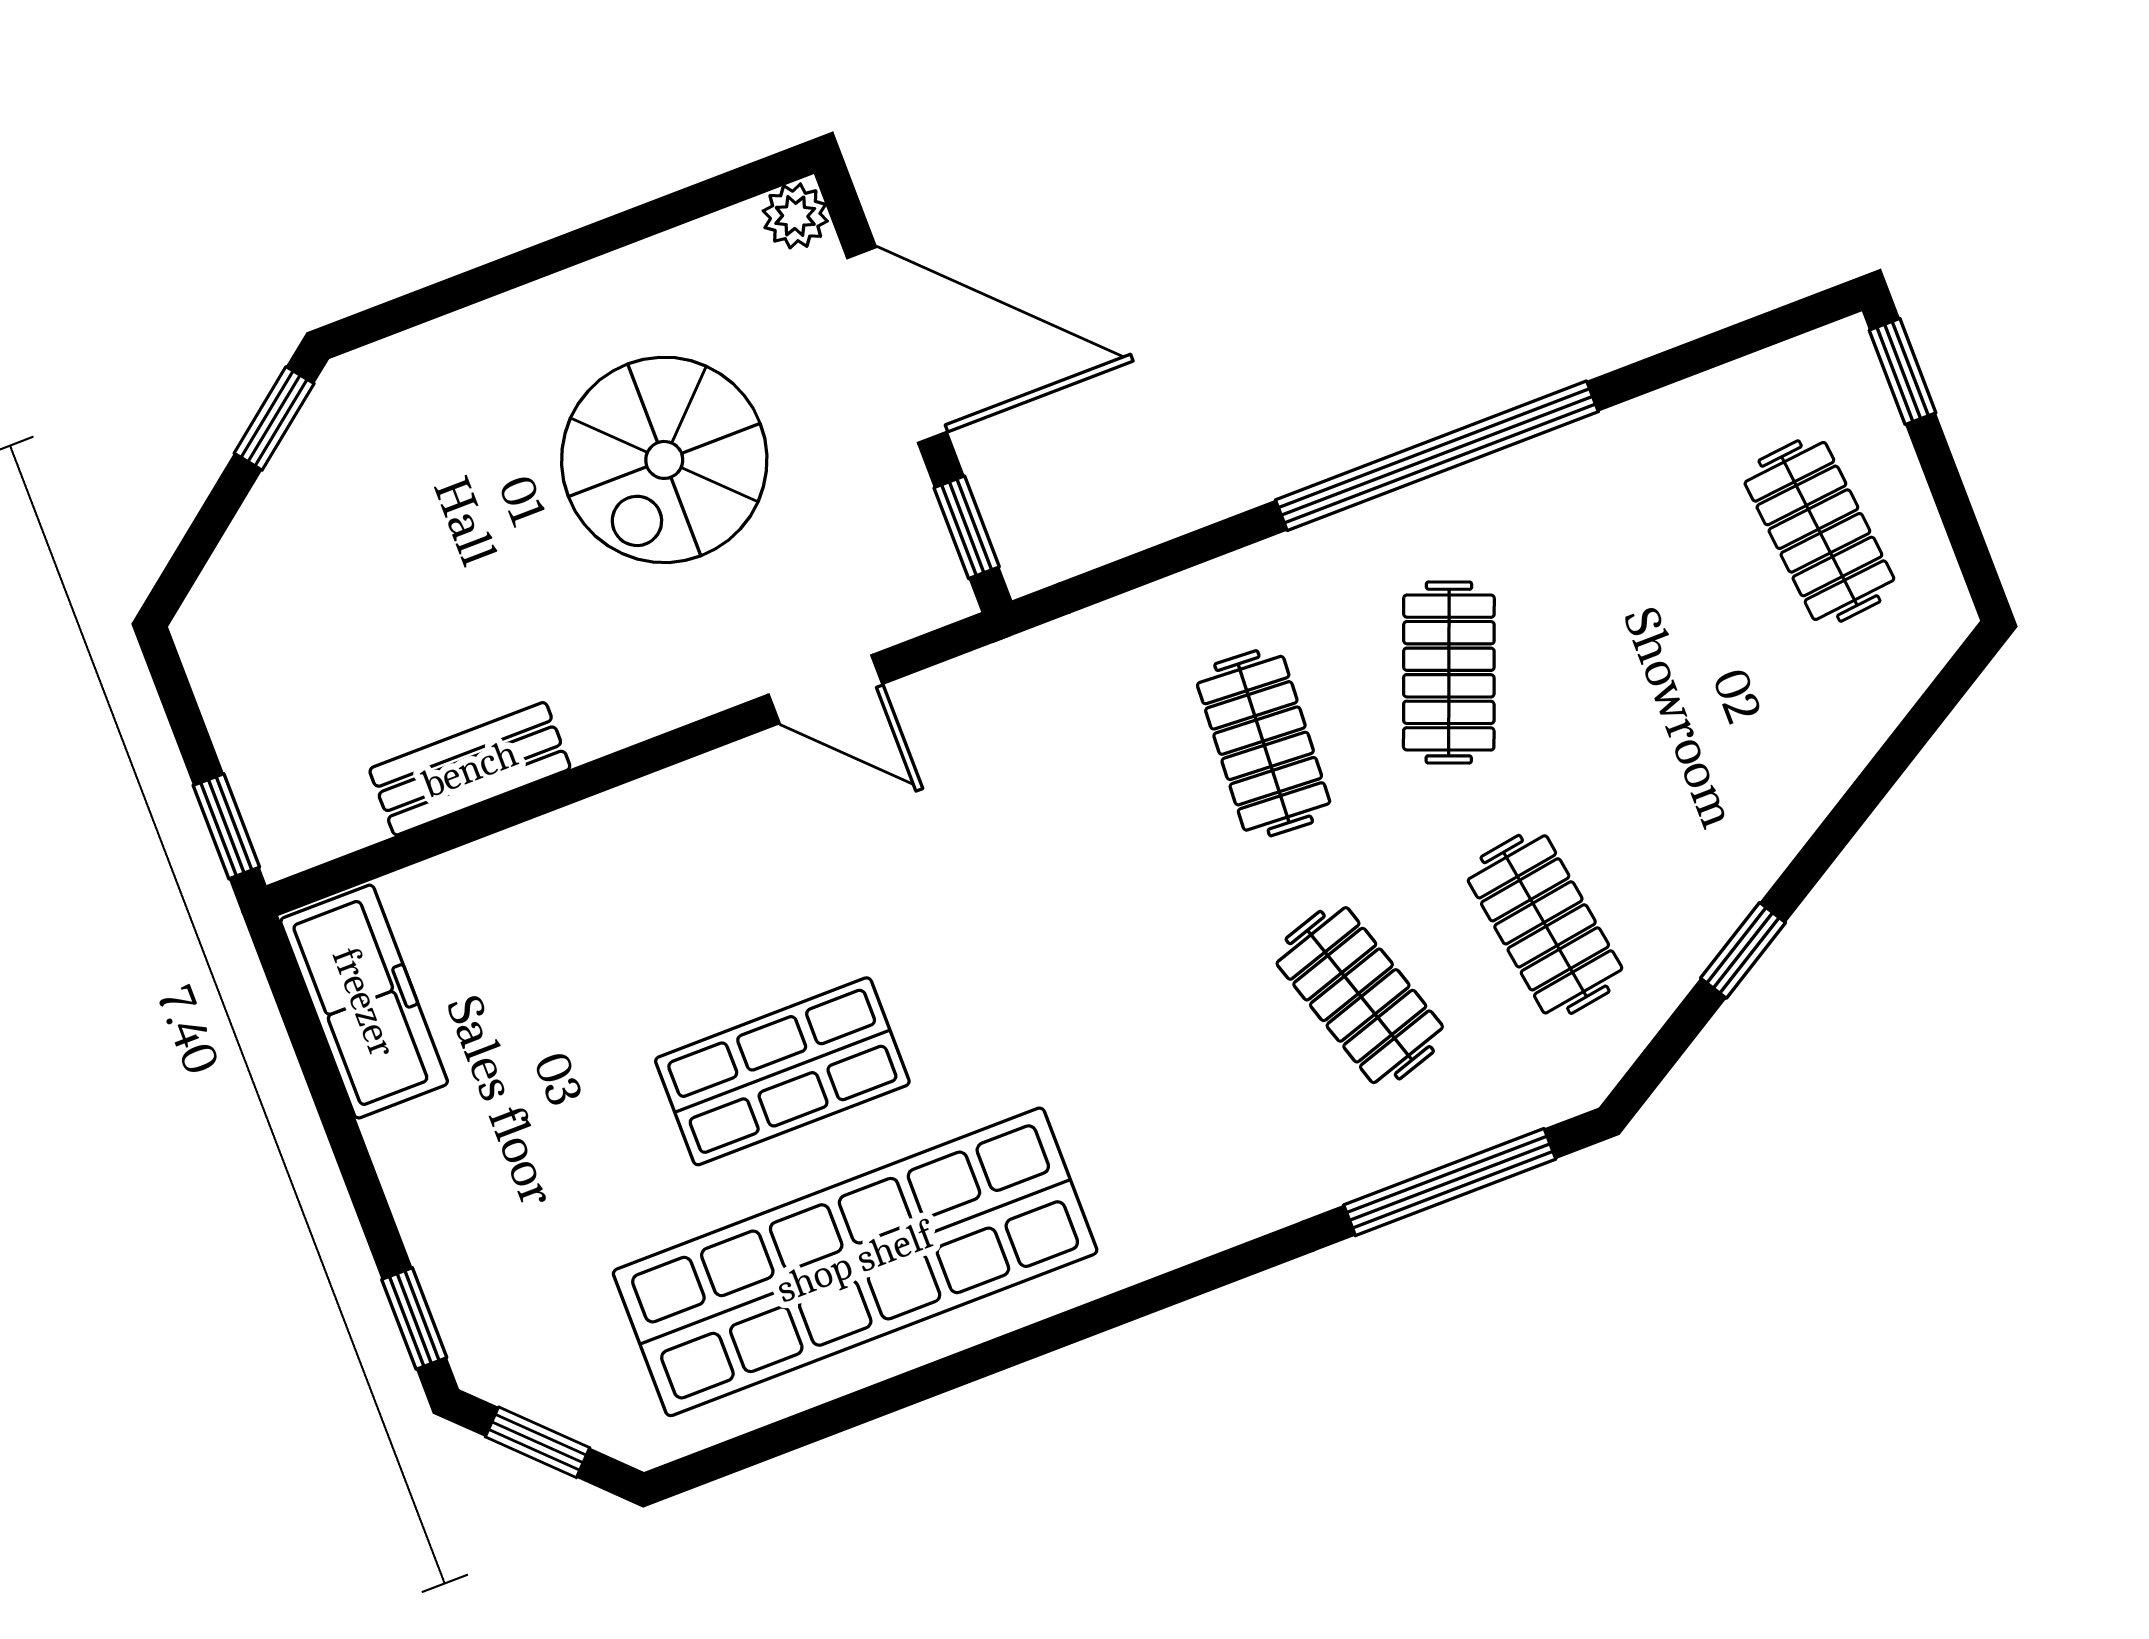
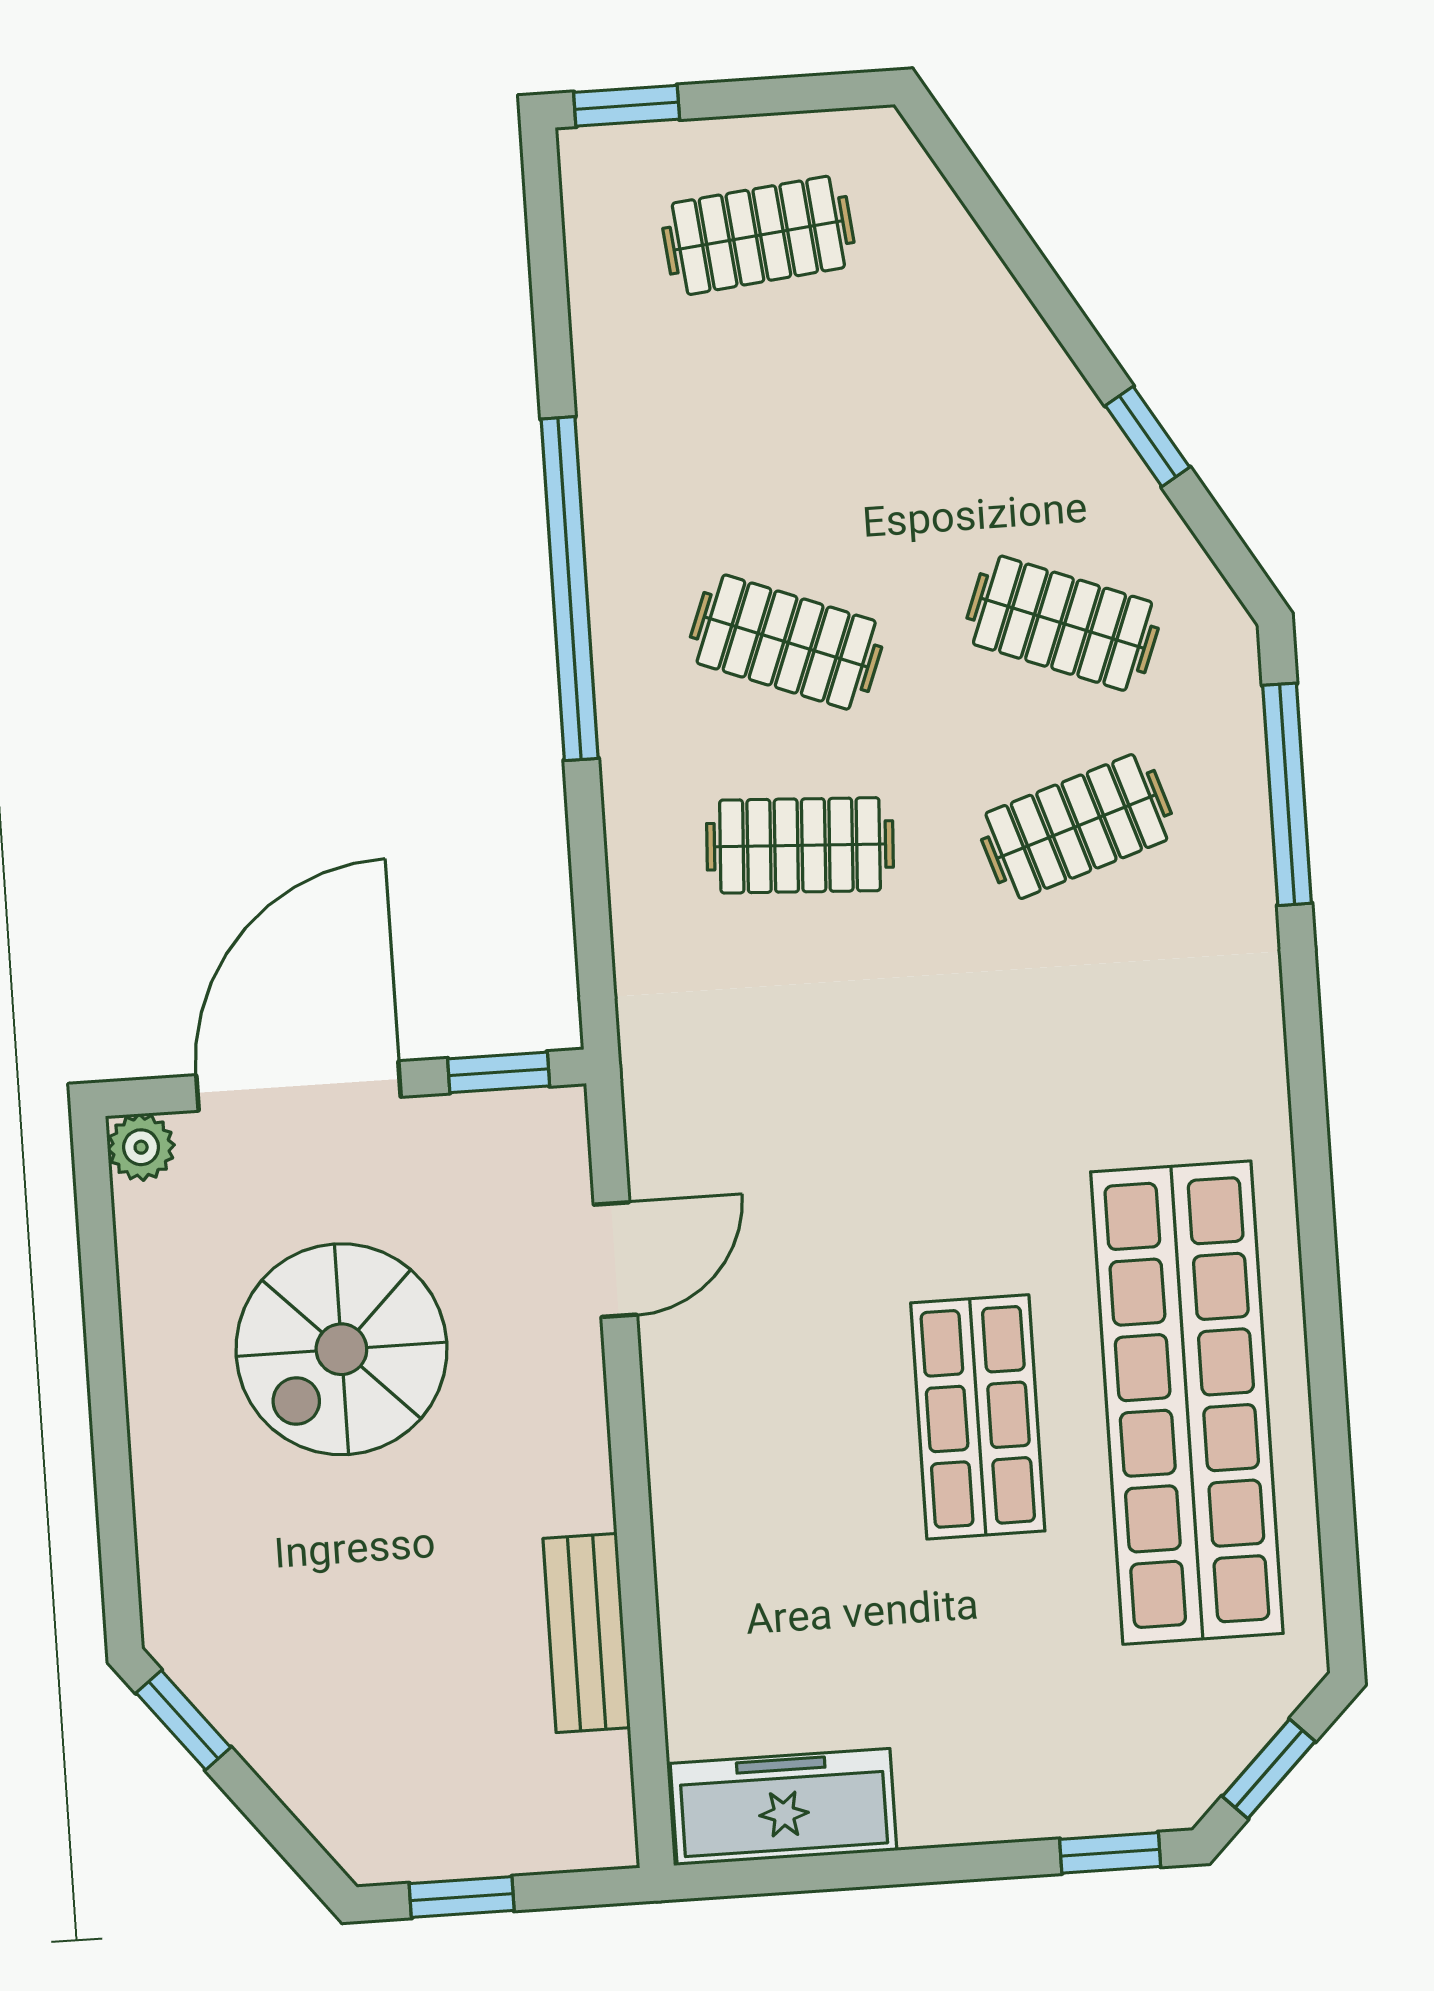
spiral stairs: (664, 460) -> (341, 1349), turned 90
window: (226, 826) -> (462, 1897), moved
clothes rail: (1545, 924) -> (1063, 623), turned 30

